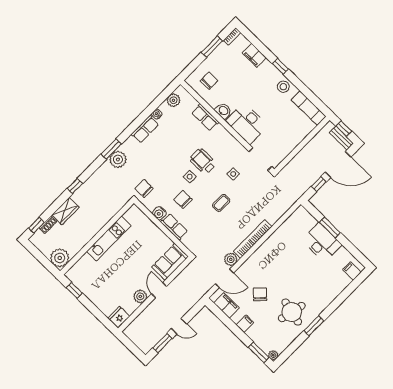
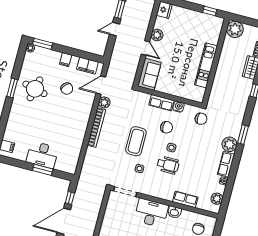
plant: (118, 159) -> (229, 144), moved
coffee table: (221, 203) -> (136, 141), width x1.86, depth x1.72

